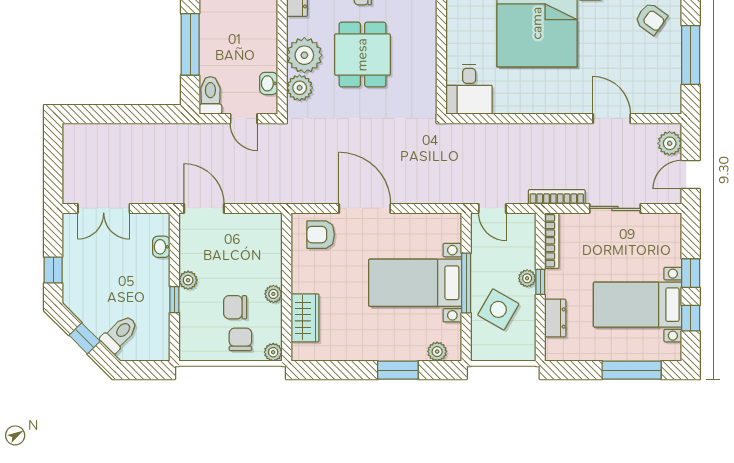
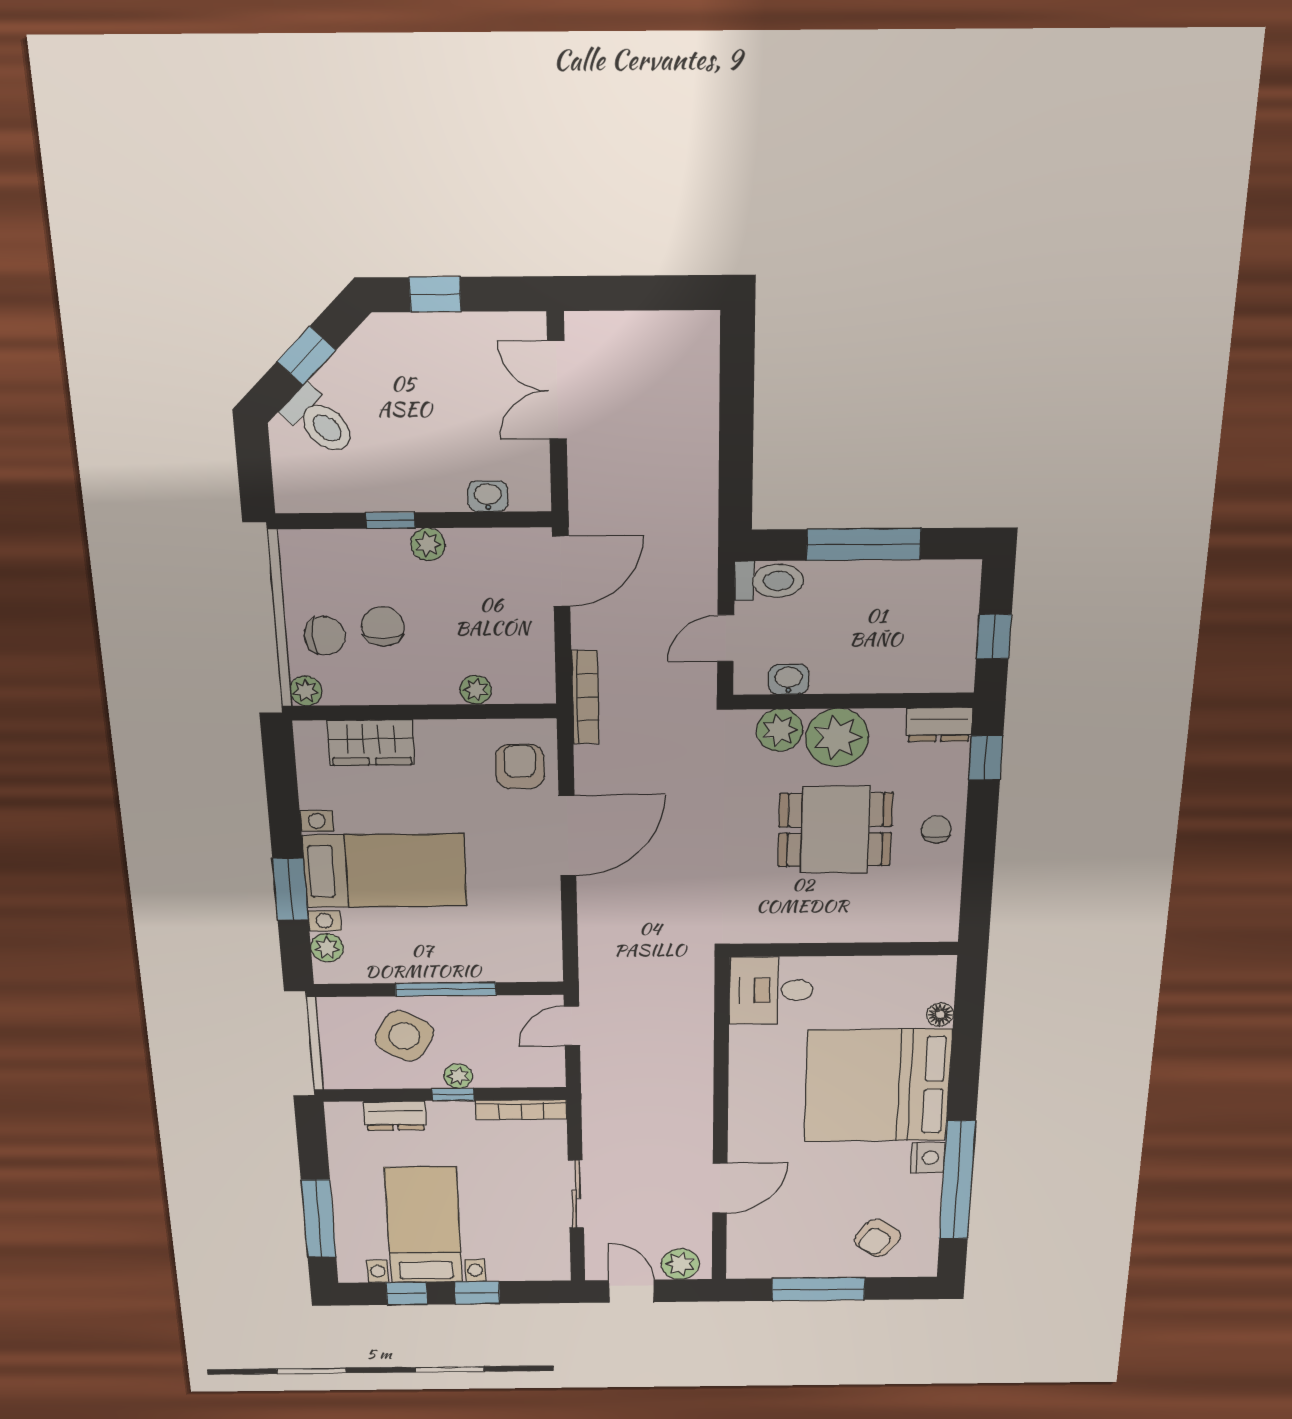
bookcase: (557, 197) -> (585, 697), moved
bed with nightstands: (415, 283) -> (385, 871), moved, turned 90
plant: (273, 294) -> (476, 690), moved

